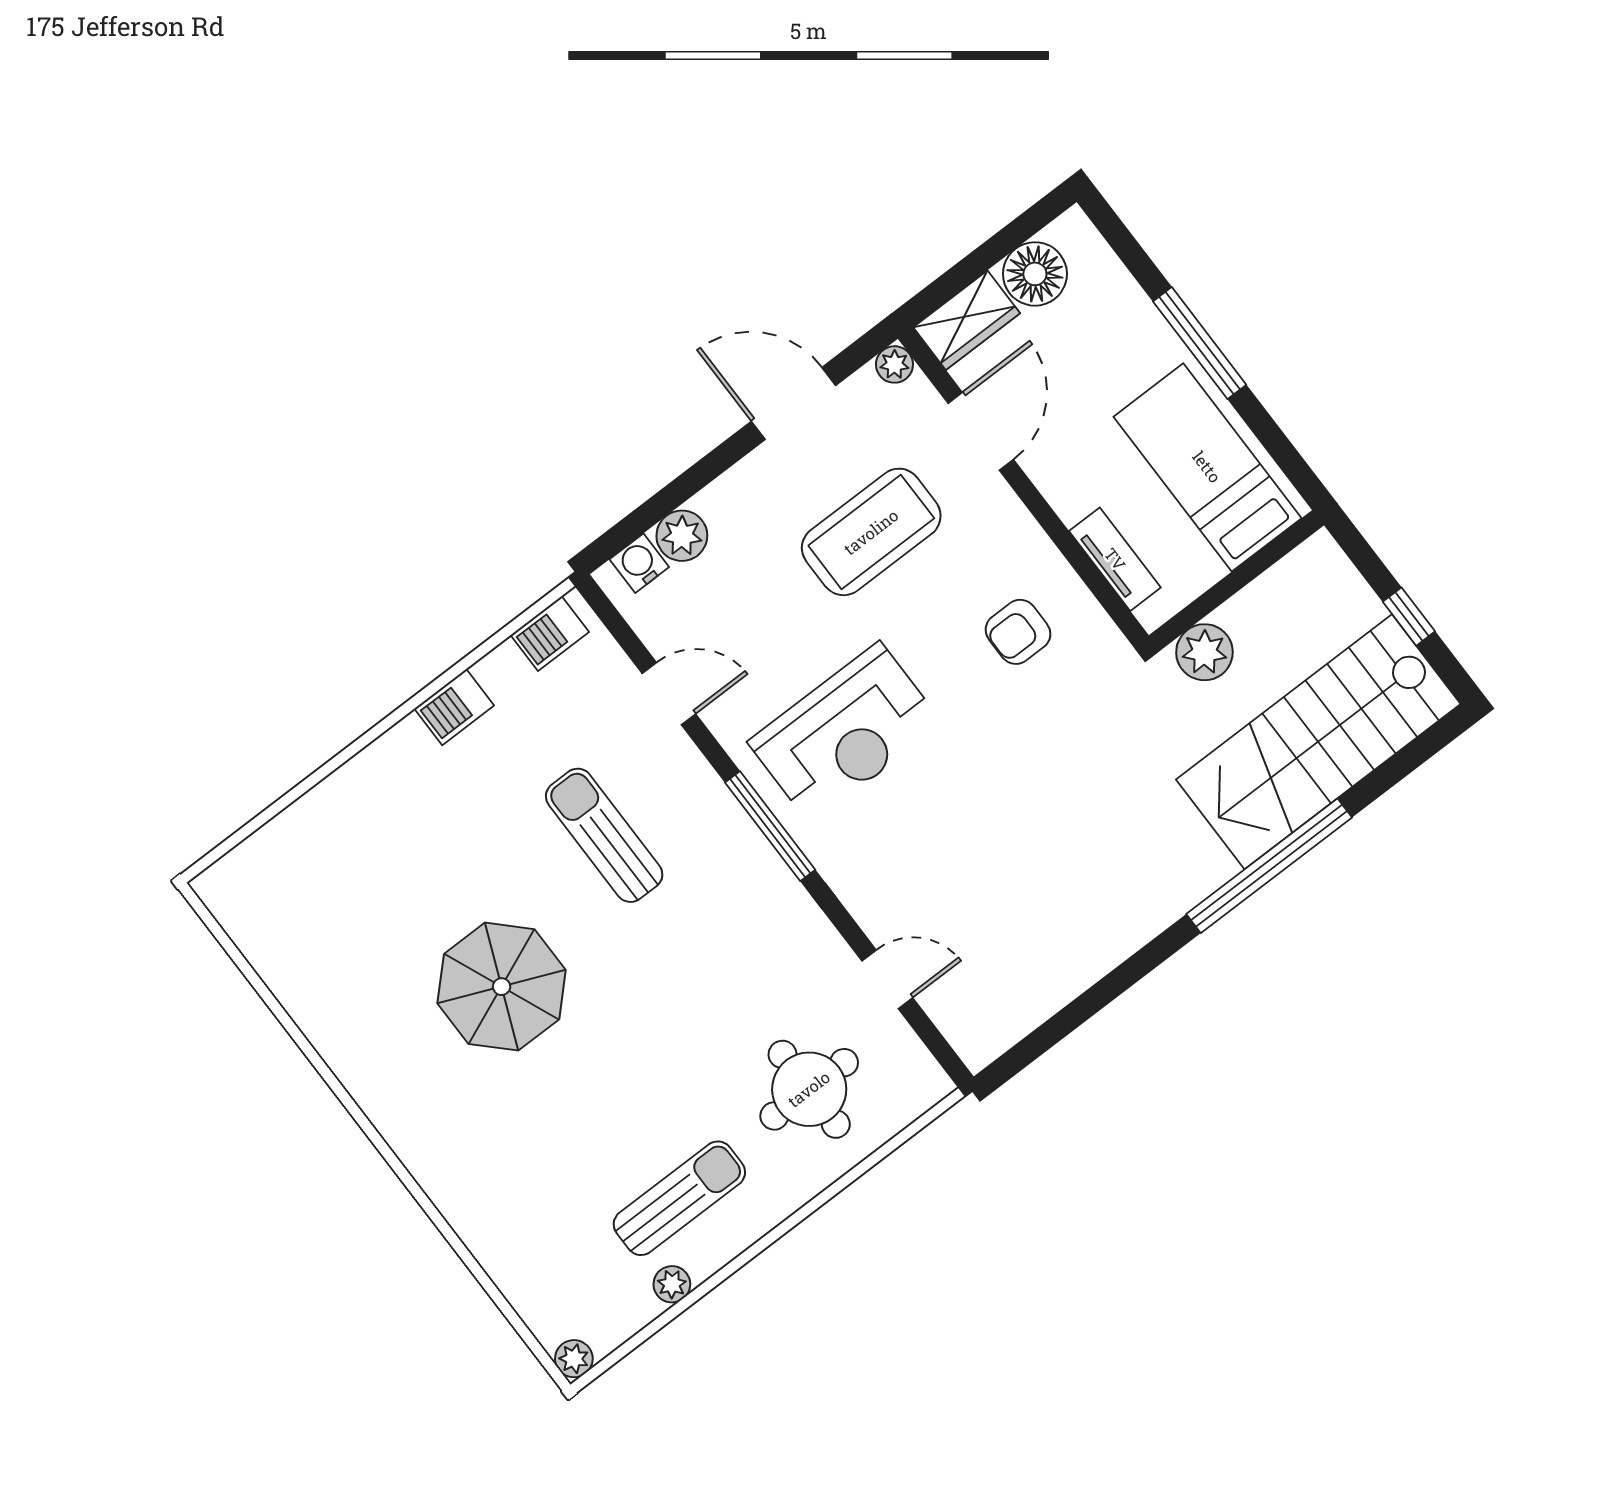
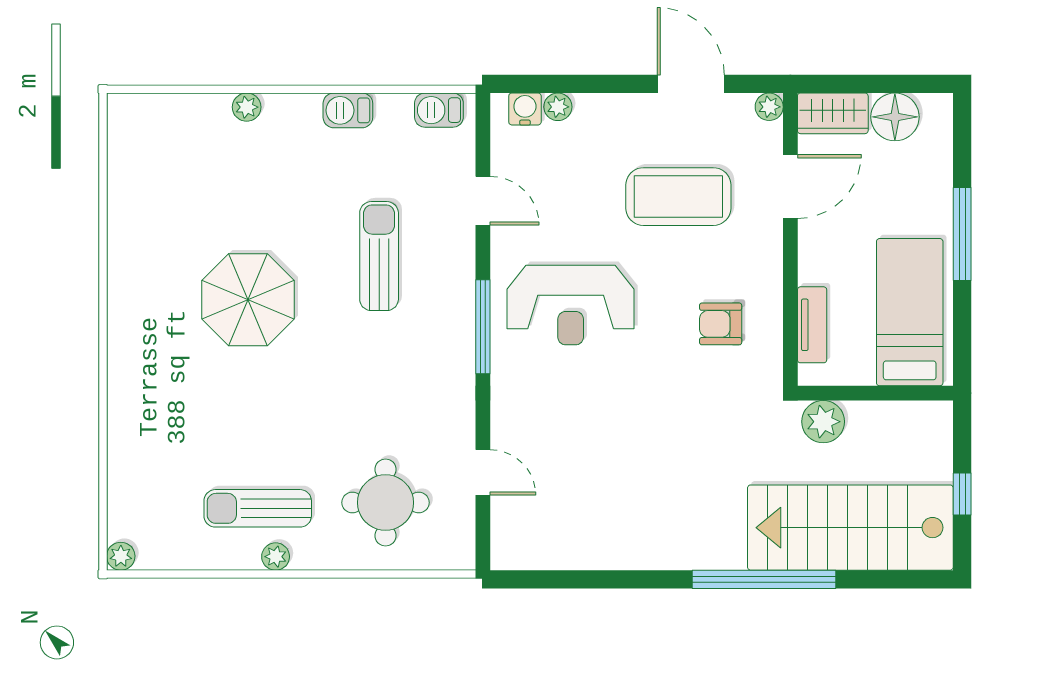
plant: (682, 536) -> (558, 107), width x0.73, depth x0.73
plant: (345, 785) -> (247, 107), added
sun lounger: (679, 1198) -> (258, 508), turned 180
plant: (672, 1284) -> (276, 557), moved

